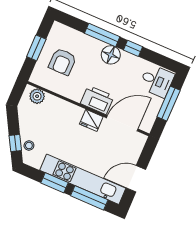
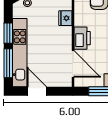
fridge: (91, 120) -> (65, 18), moved

